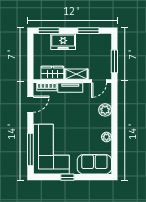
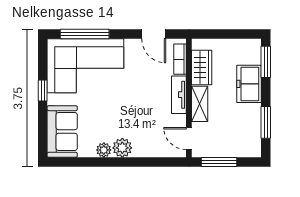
plant: (105, 110) -> (122, 148), moved

